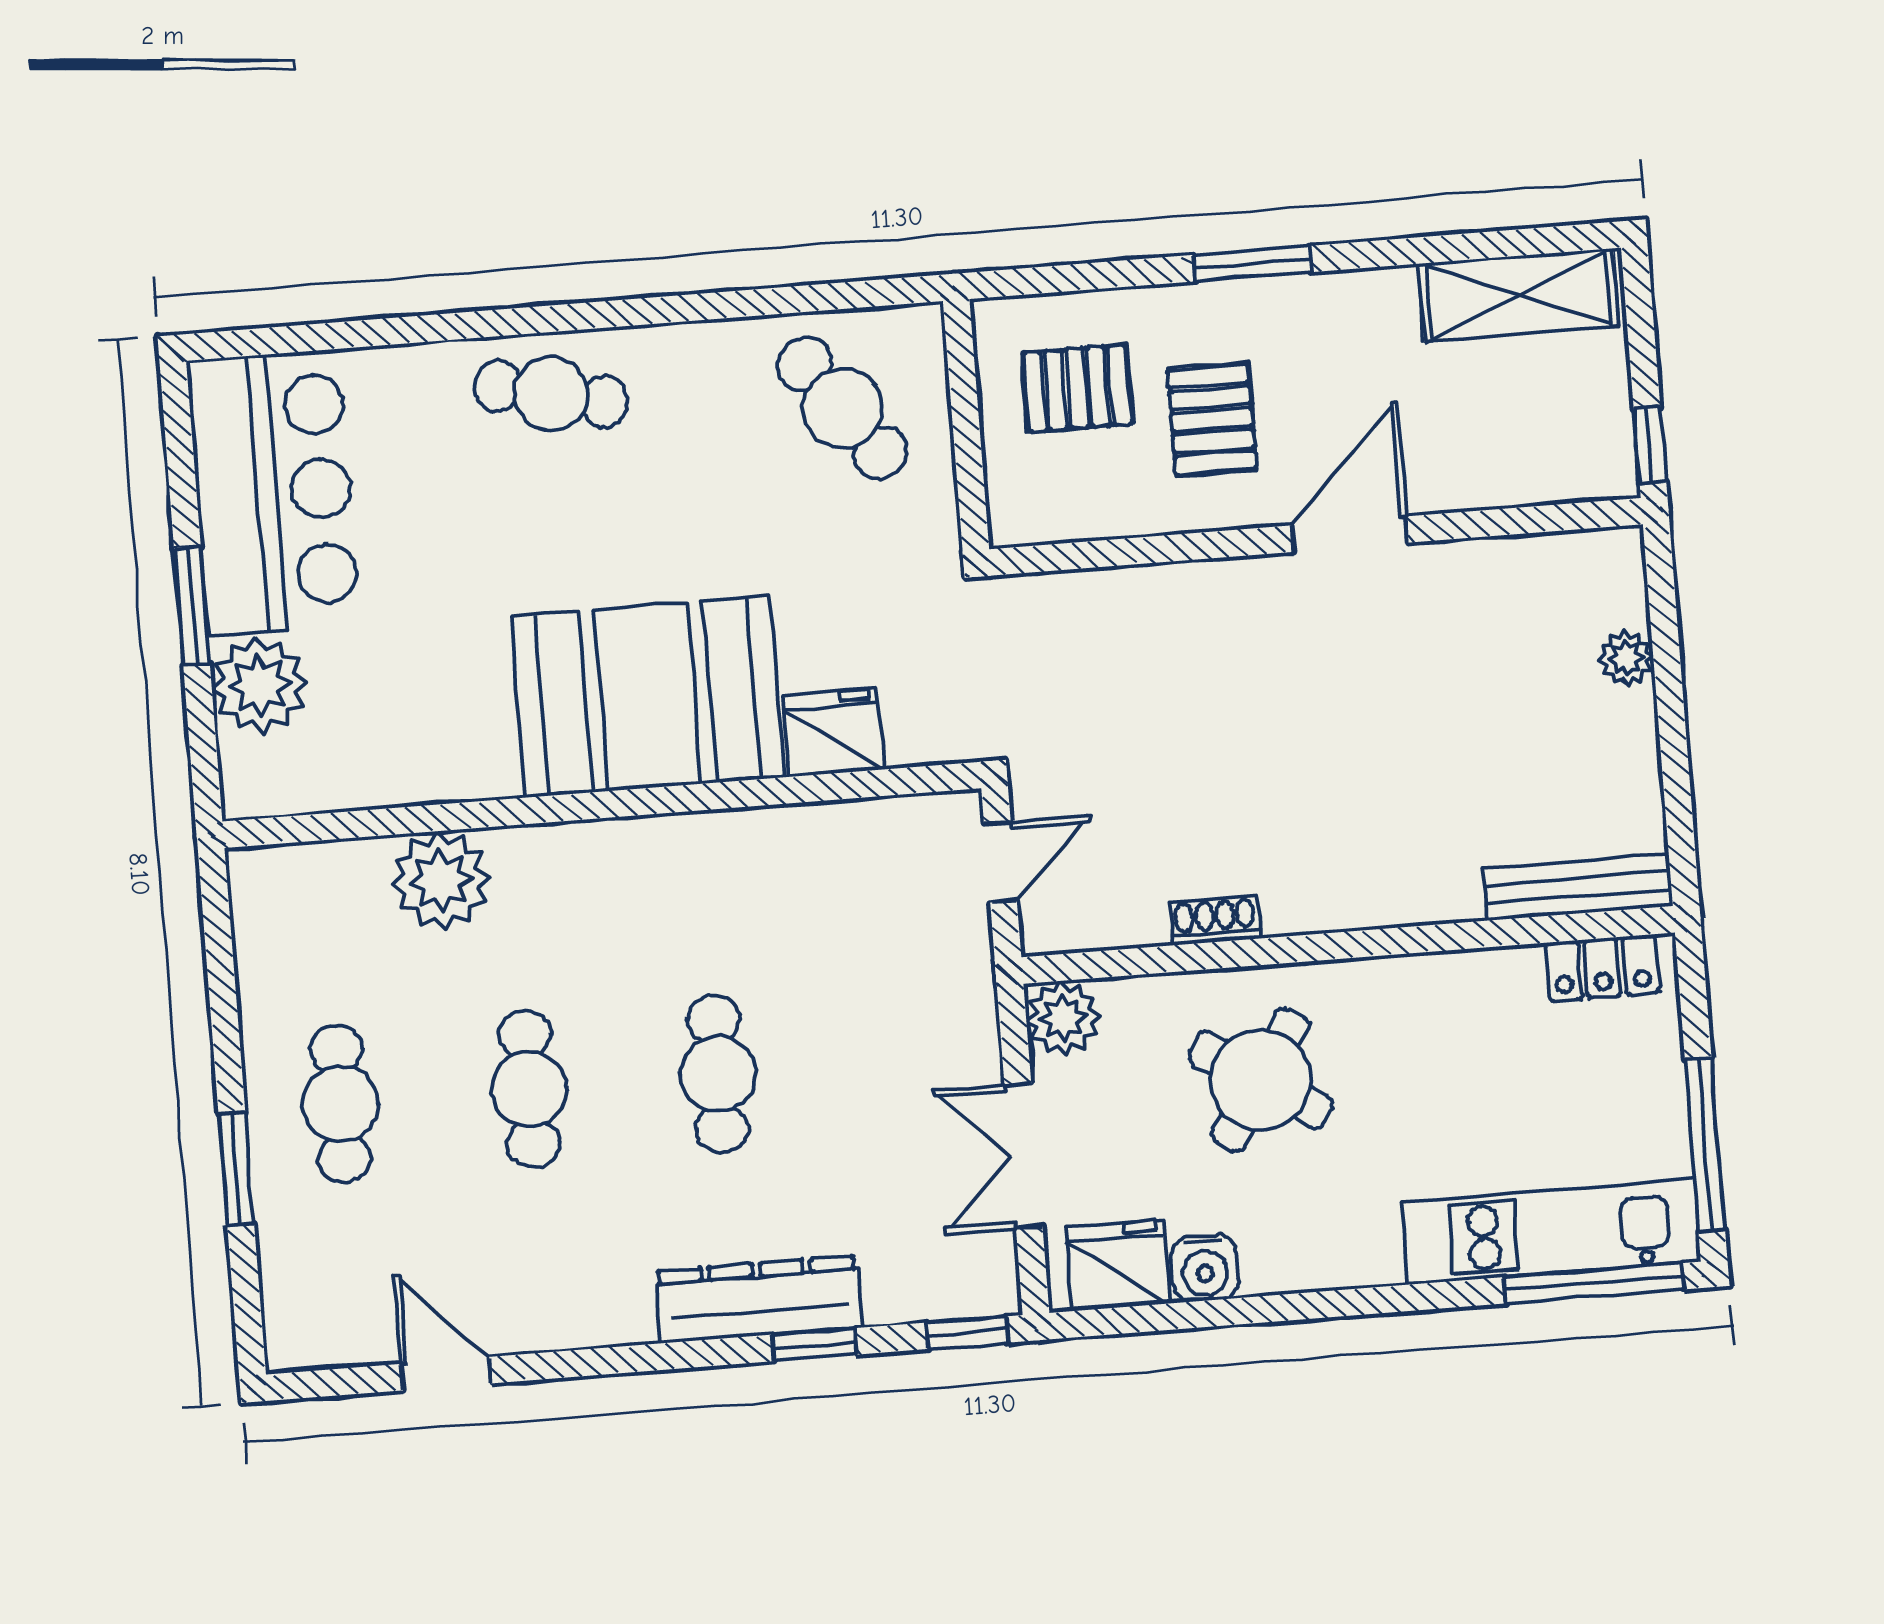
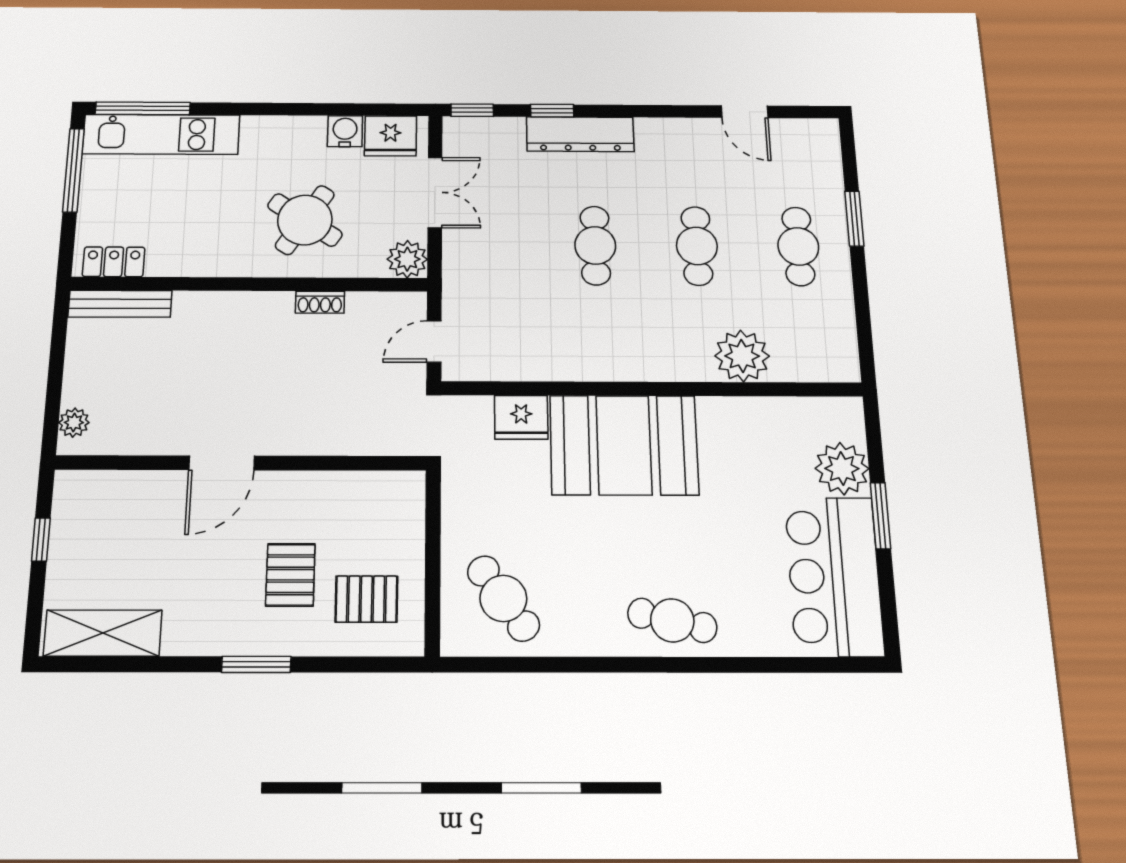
door: (1350, 534) -> (222, 463), moved
wall: (1316, 537) -> (241, 463), moved

